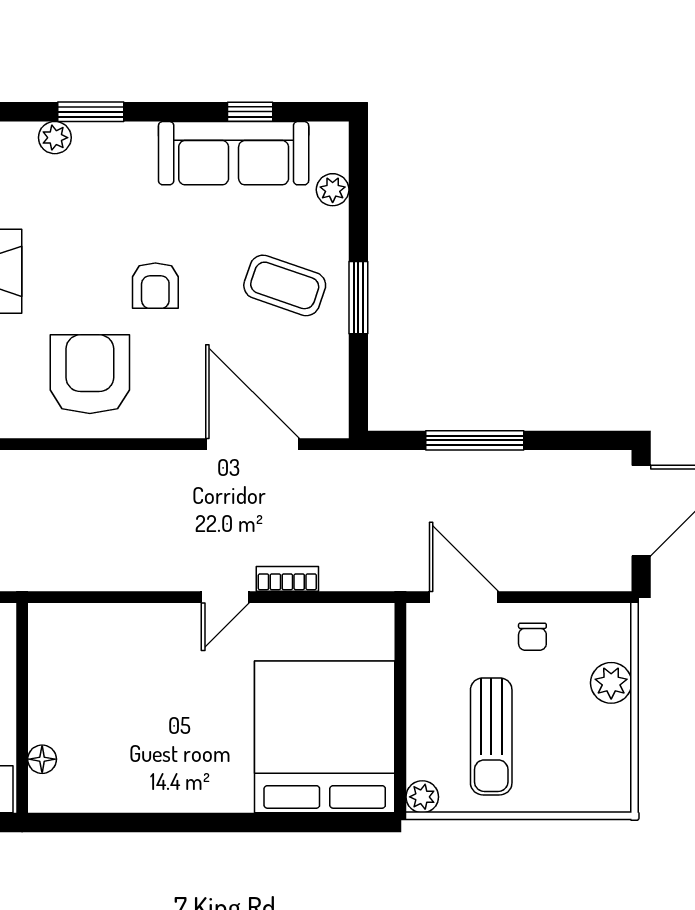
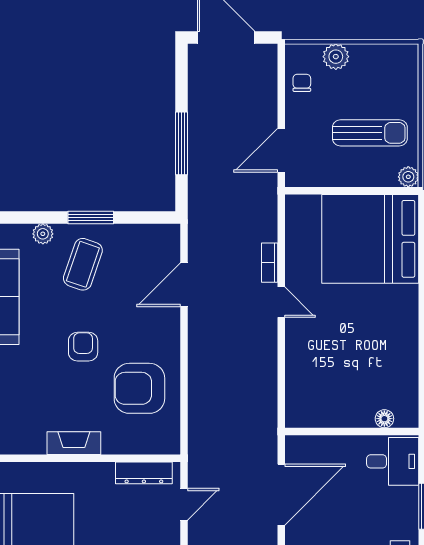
plant: (333, 190) -> (43, 234), moved
armchair: (155, 286) -> (83, 347), turned -90
door: (252, 444) -> (184, 285), width x0.73
chair: (532, 637) -> (302, 83), moved, turned -90

